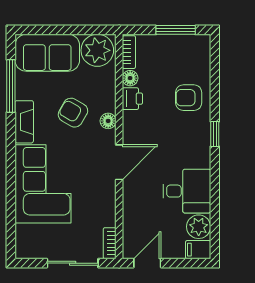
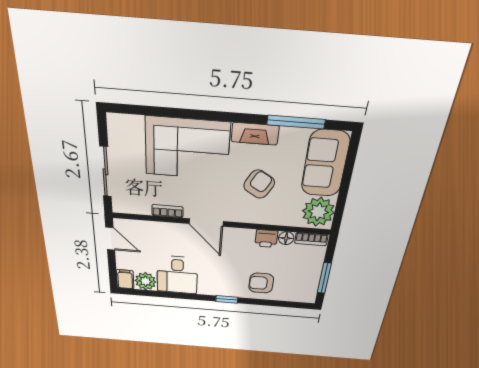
armchair: (189, 98) -> (261, 283), turned -90
floor lamp: (108, 121) -> (247, 216), removed
bookcase: (110, 243) -> (167, 211), moved

